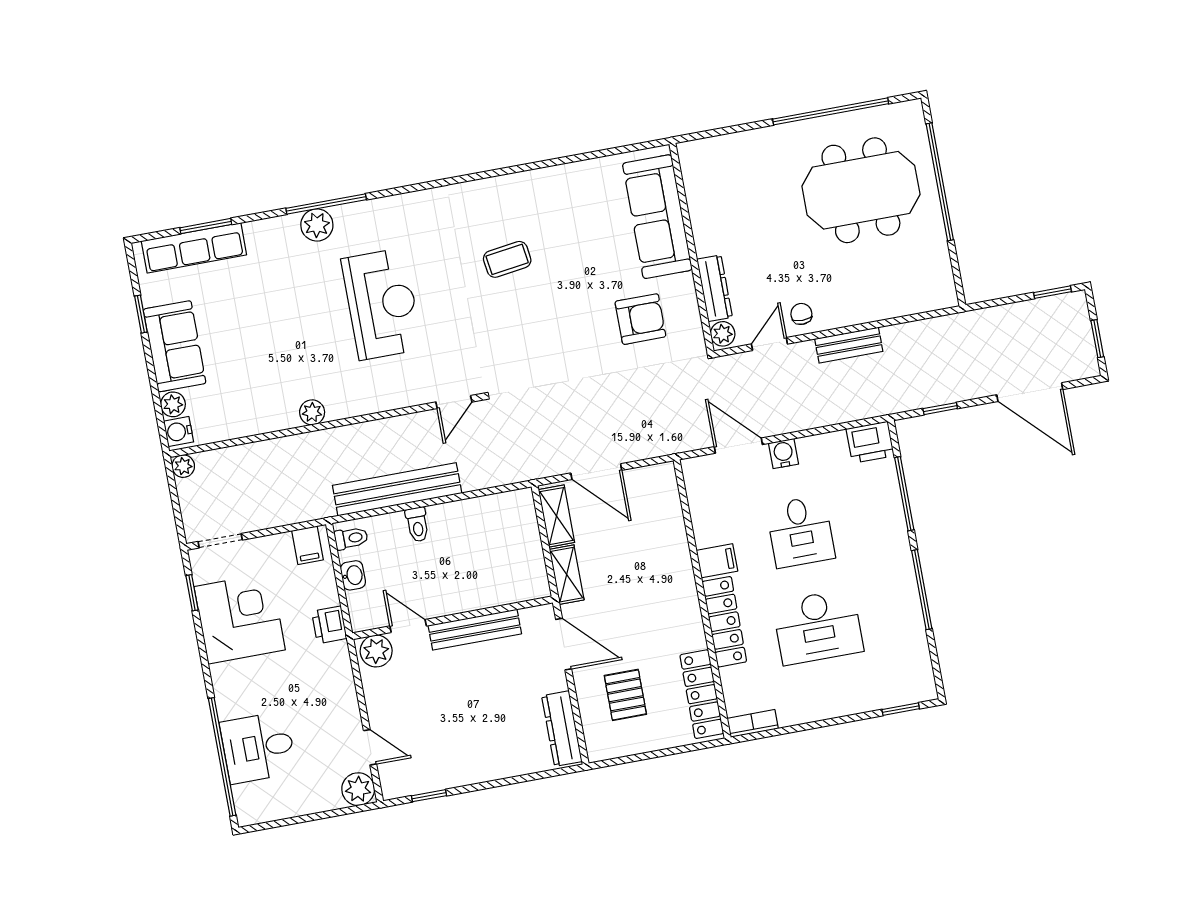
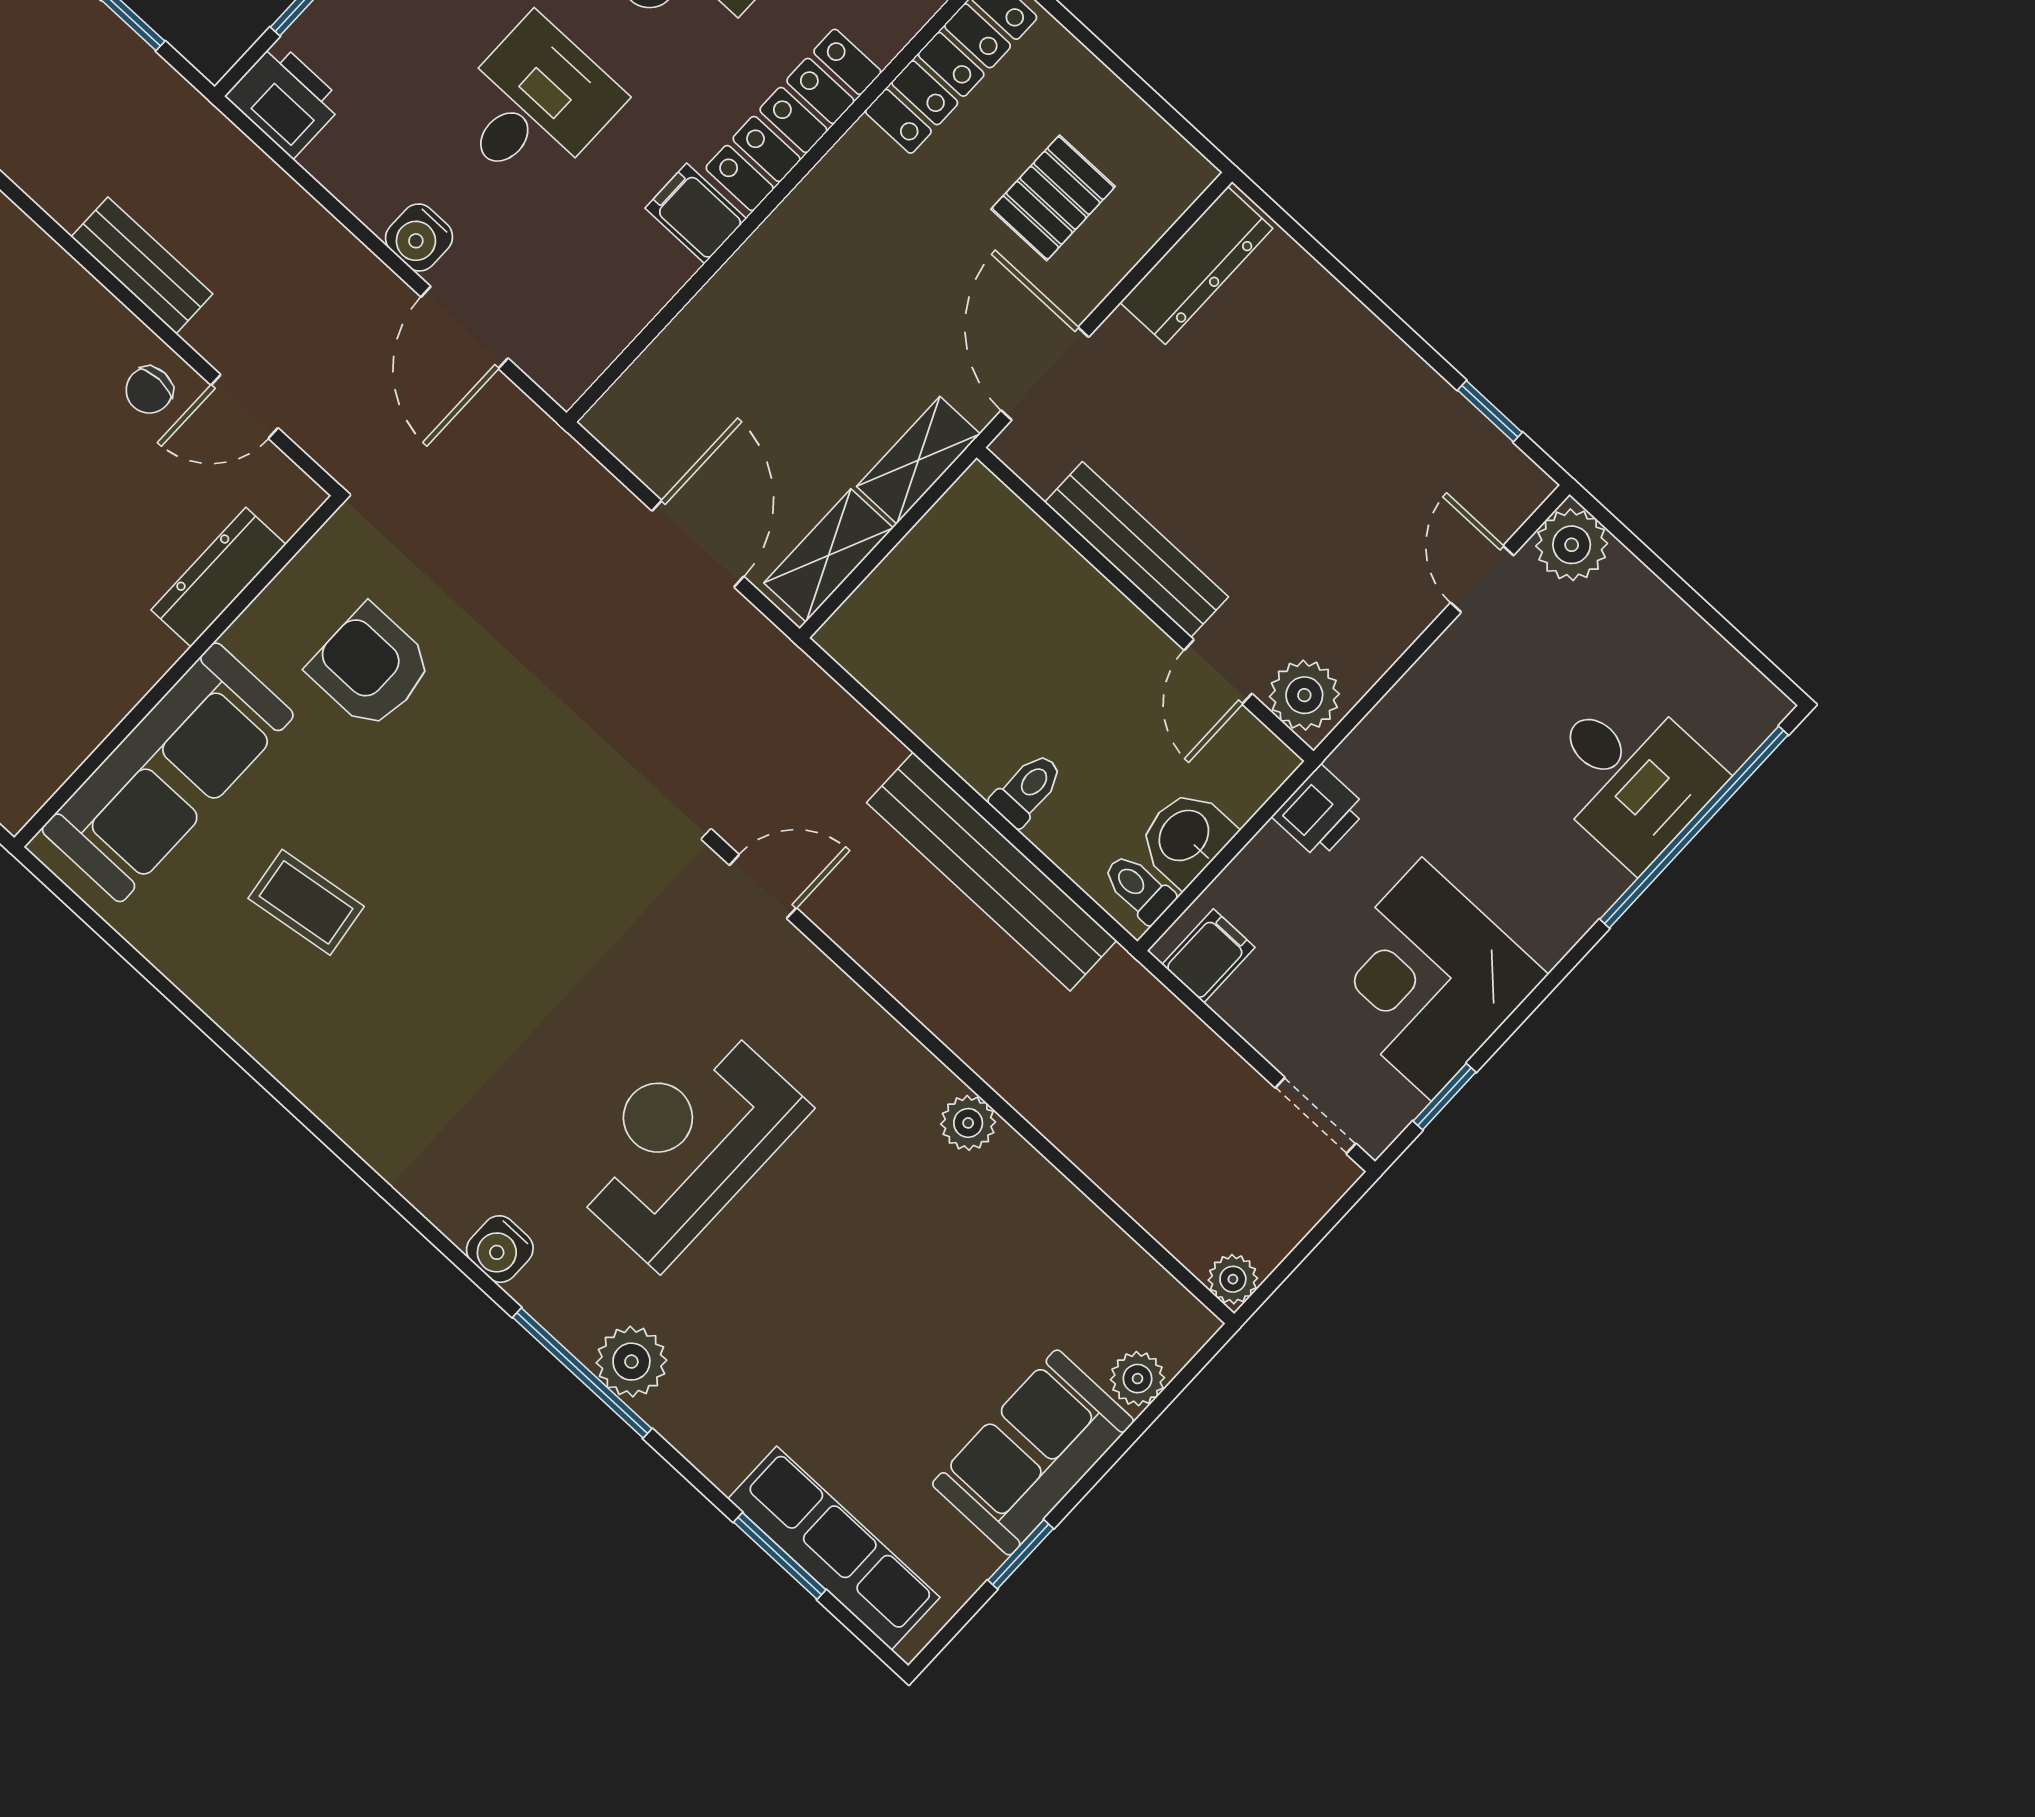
coffee table: (507, 259) -> (306, 902), moved
plant: (723, 334) -> (288, 503), removed
water cooler: (179, 431) -> (500, 1249), moved, turned 90
washbasin: (353, 575) -> (1185, 837), width x1.38, depth x1.45

